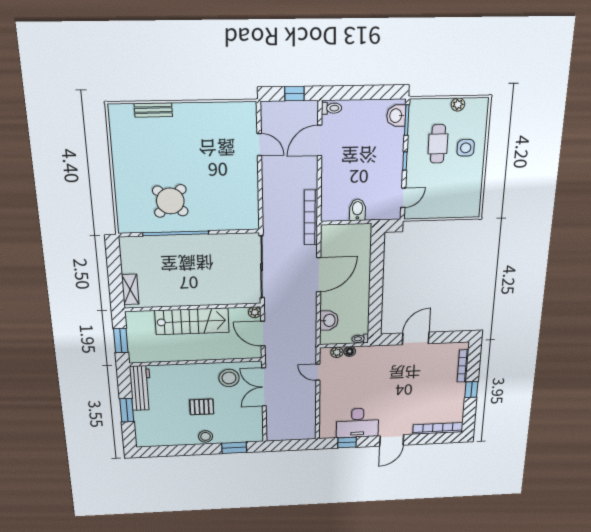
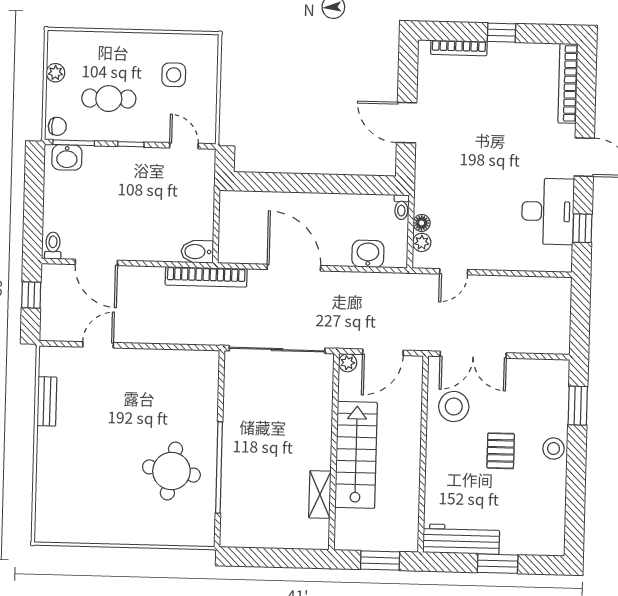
chair: (419, 108) -> (57, 126), added
bench: (153, 110) -> (47, 401), moved
side table: (466, 148) -> (174, 75), moved
round table: (170, 201) -> (171, 471), turned -34
bidet: (358, 210) -> (197, 252), moved
shelving: (130, 289) -> (320, 494), moved, turned 90

